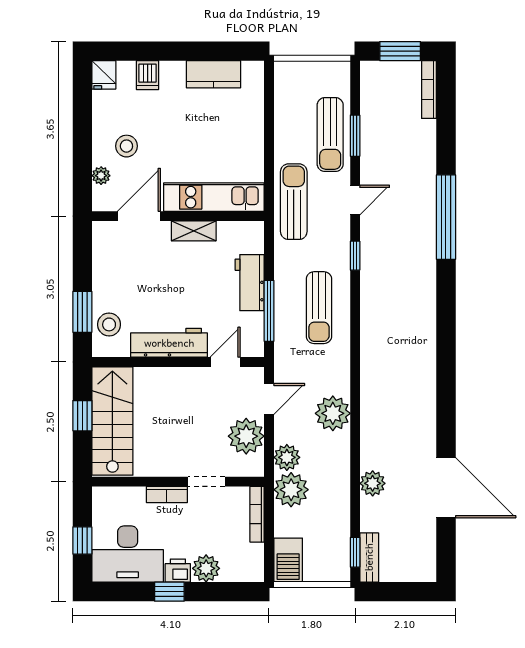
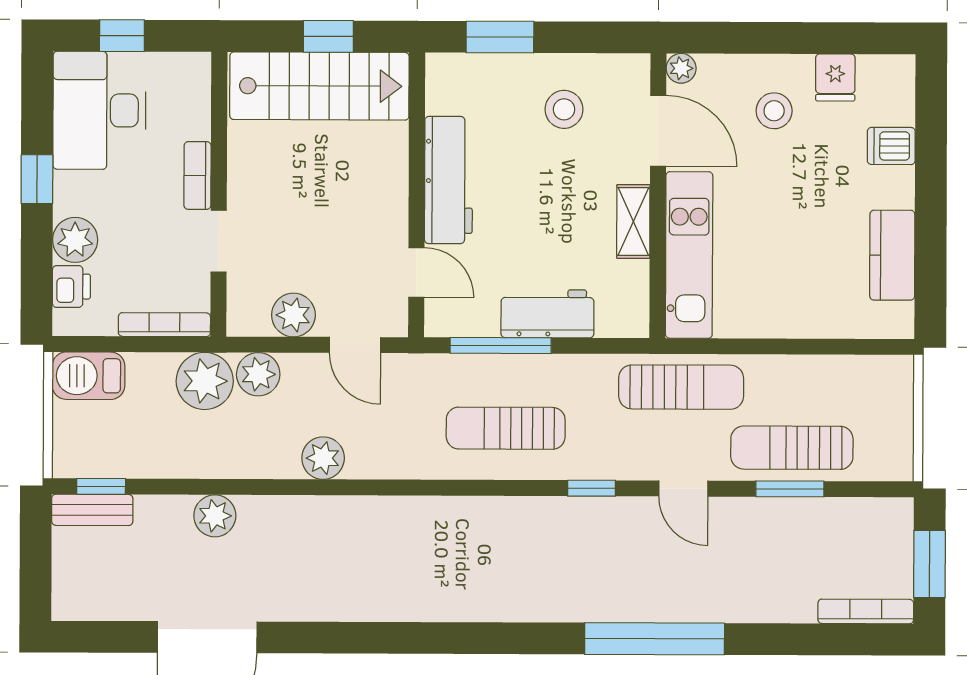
fridge: (104, 75) -> (835, 77), moved, turned -90
plant: (101, 176) -> (681, 68), moved
stool: (109, 324) -> (564, 109), moved
plant: (333, 413) -> (323, 458), width x0.73, depth x0.73
plant: (246, 436) -> (293, 315), width x0.73, depth x0.73
printer: (178, 571) -> (71, 286), moved

